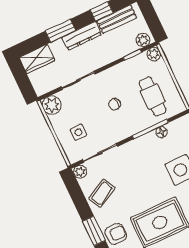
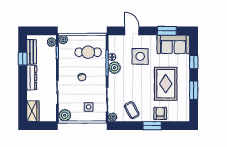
window: (60, 31) -> (23, 89), removed
plant: (149, 142) -> (115, 68), added

